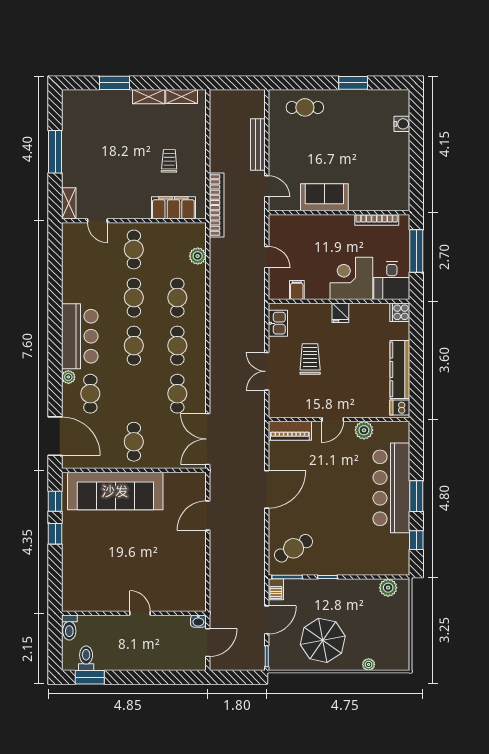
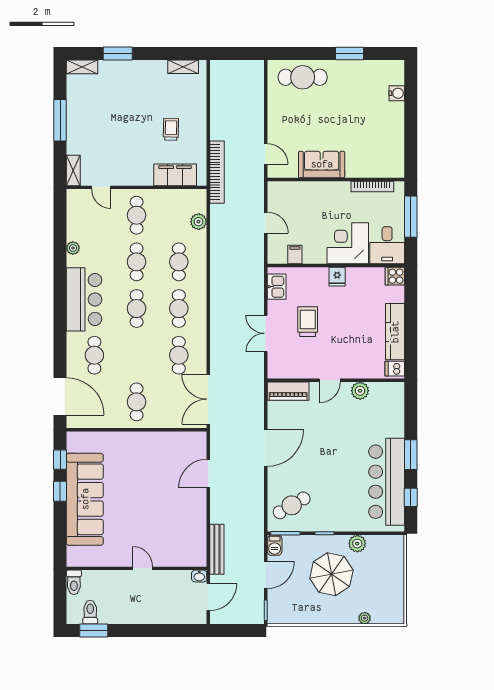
shelving: (149, 97) -> (82, 67), moved
cafe table: (305, 107) -> (303, 77), width x1.37, depth x1.35
bench: (258, 145) -> (217, 549), moved
plant: (68, 377) -> (73, 248), moved
bar counter: (391, 488) -> (387, 482), moved
sofa: (115, 491) -> (85, 499), moved, turned -90
plant: (388, 588) -> (357, 544), moved
parasol: (323, 640) -> (331, 574), moved

